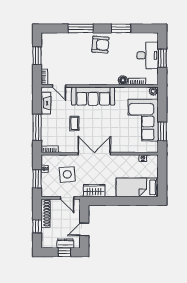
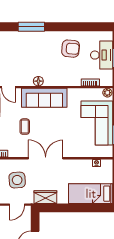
window: (121, 28) -> (74, 27), removed
armchair: (100, 45) -> (71, 49), moved
floor lamp: (123, 80) -> (38, 81), moved
door: (67, 198) -> (17, 205), hinge flipped

